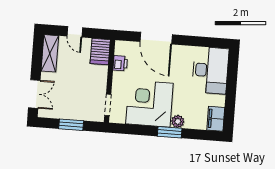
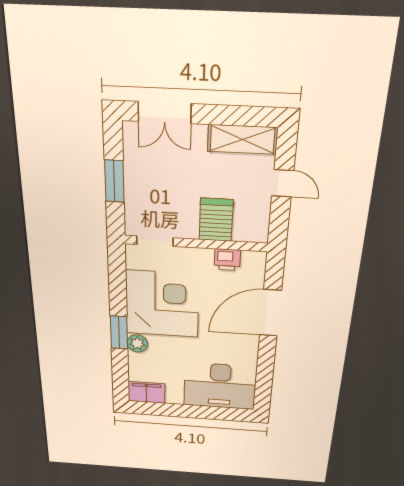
door: (75, 32) -> (283, 183), swing flipped
server rack: (100, 52) -> (216, 220), moved, turned 90

